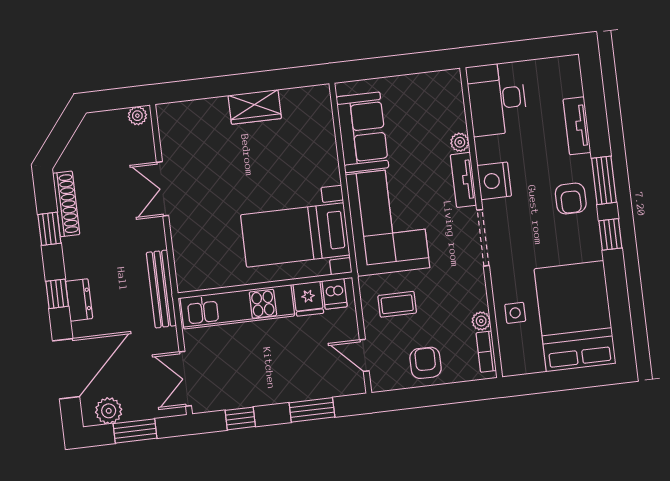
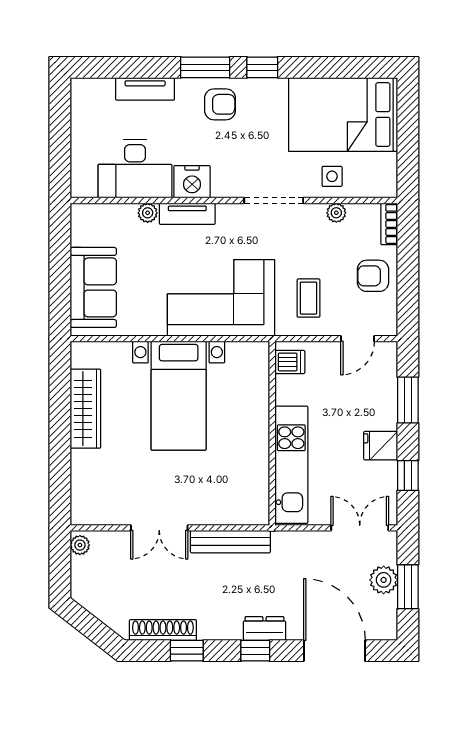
desk: (497, 99) -> (135, 169), moved
wardrobe: (255, 107) -> (85, 409), width x1.50
sofa: (362, 132) -> (93, 287), moved, turned 90
bed with nightstands: (295, 235) -> (179, 396), moved
doorway: (483, 238) -> (274, 200), moved
bench: (161, 289) -> (230, 542), moved
fridge: (308, 299) -> (381, 446), moved, turned 180
bookcase: (486, 352) -> (389, 224), moved, turned 90
double door: (185, 379) -> (360, 528), swing flipped
plant: (109, 411) -> (384, 580), moved

